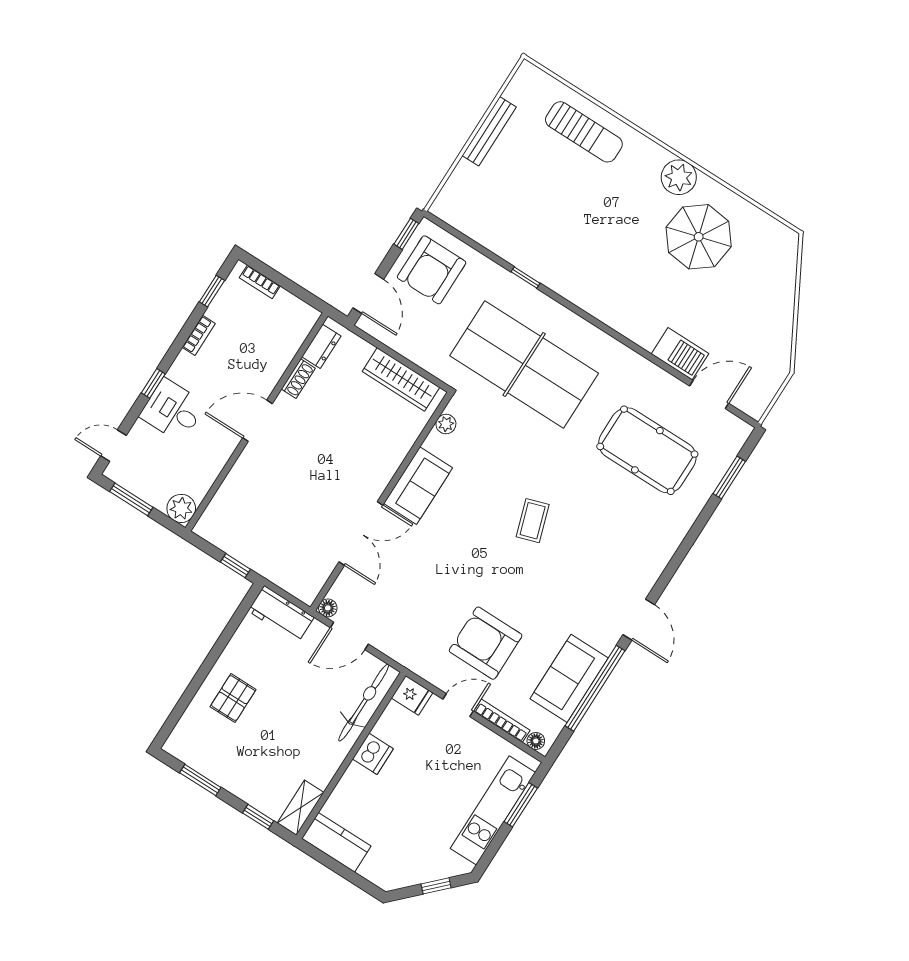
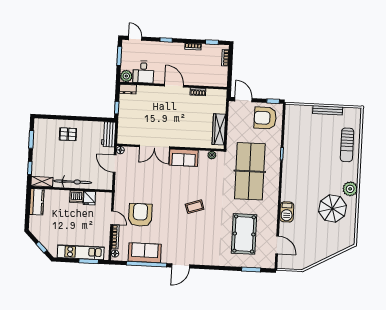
door: (368, 294) -> (243, 100), swing flipped
dresser: (321, 346) -> (128, 89), moved
barbecue: (680, 354) -> (287, 212), moved
desk: (173, 410) -> (143, 72), moved, turned 180
fridge: (412, 695) -> (89, 198), moved
bicycle: (364, 703) -> (73, 182), moved

